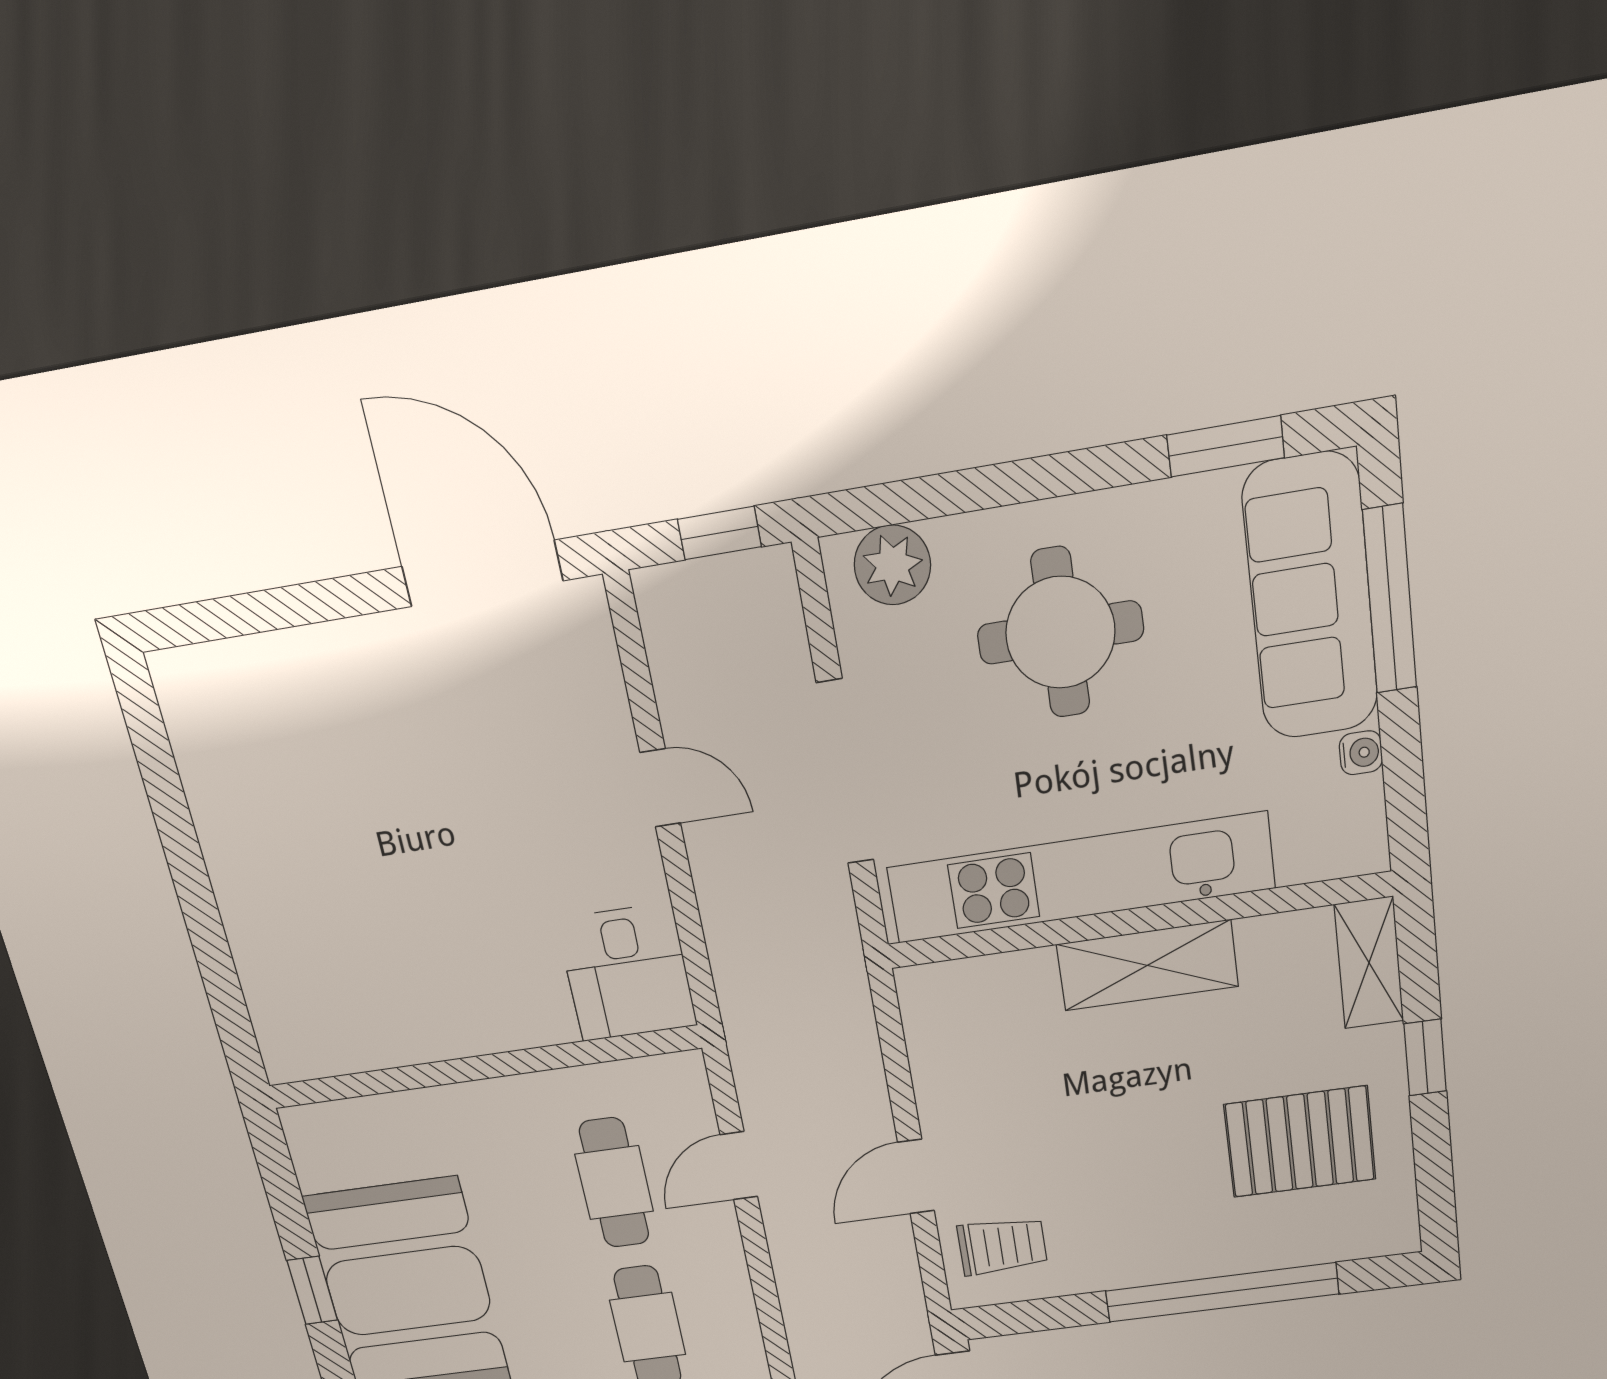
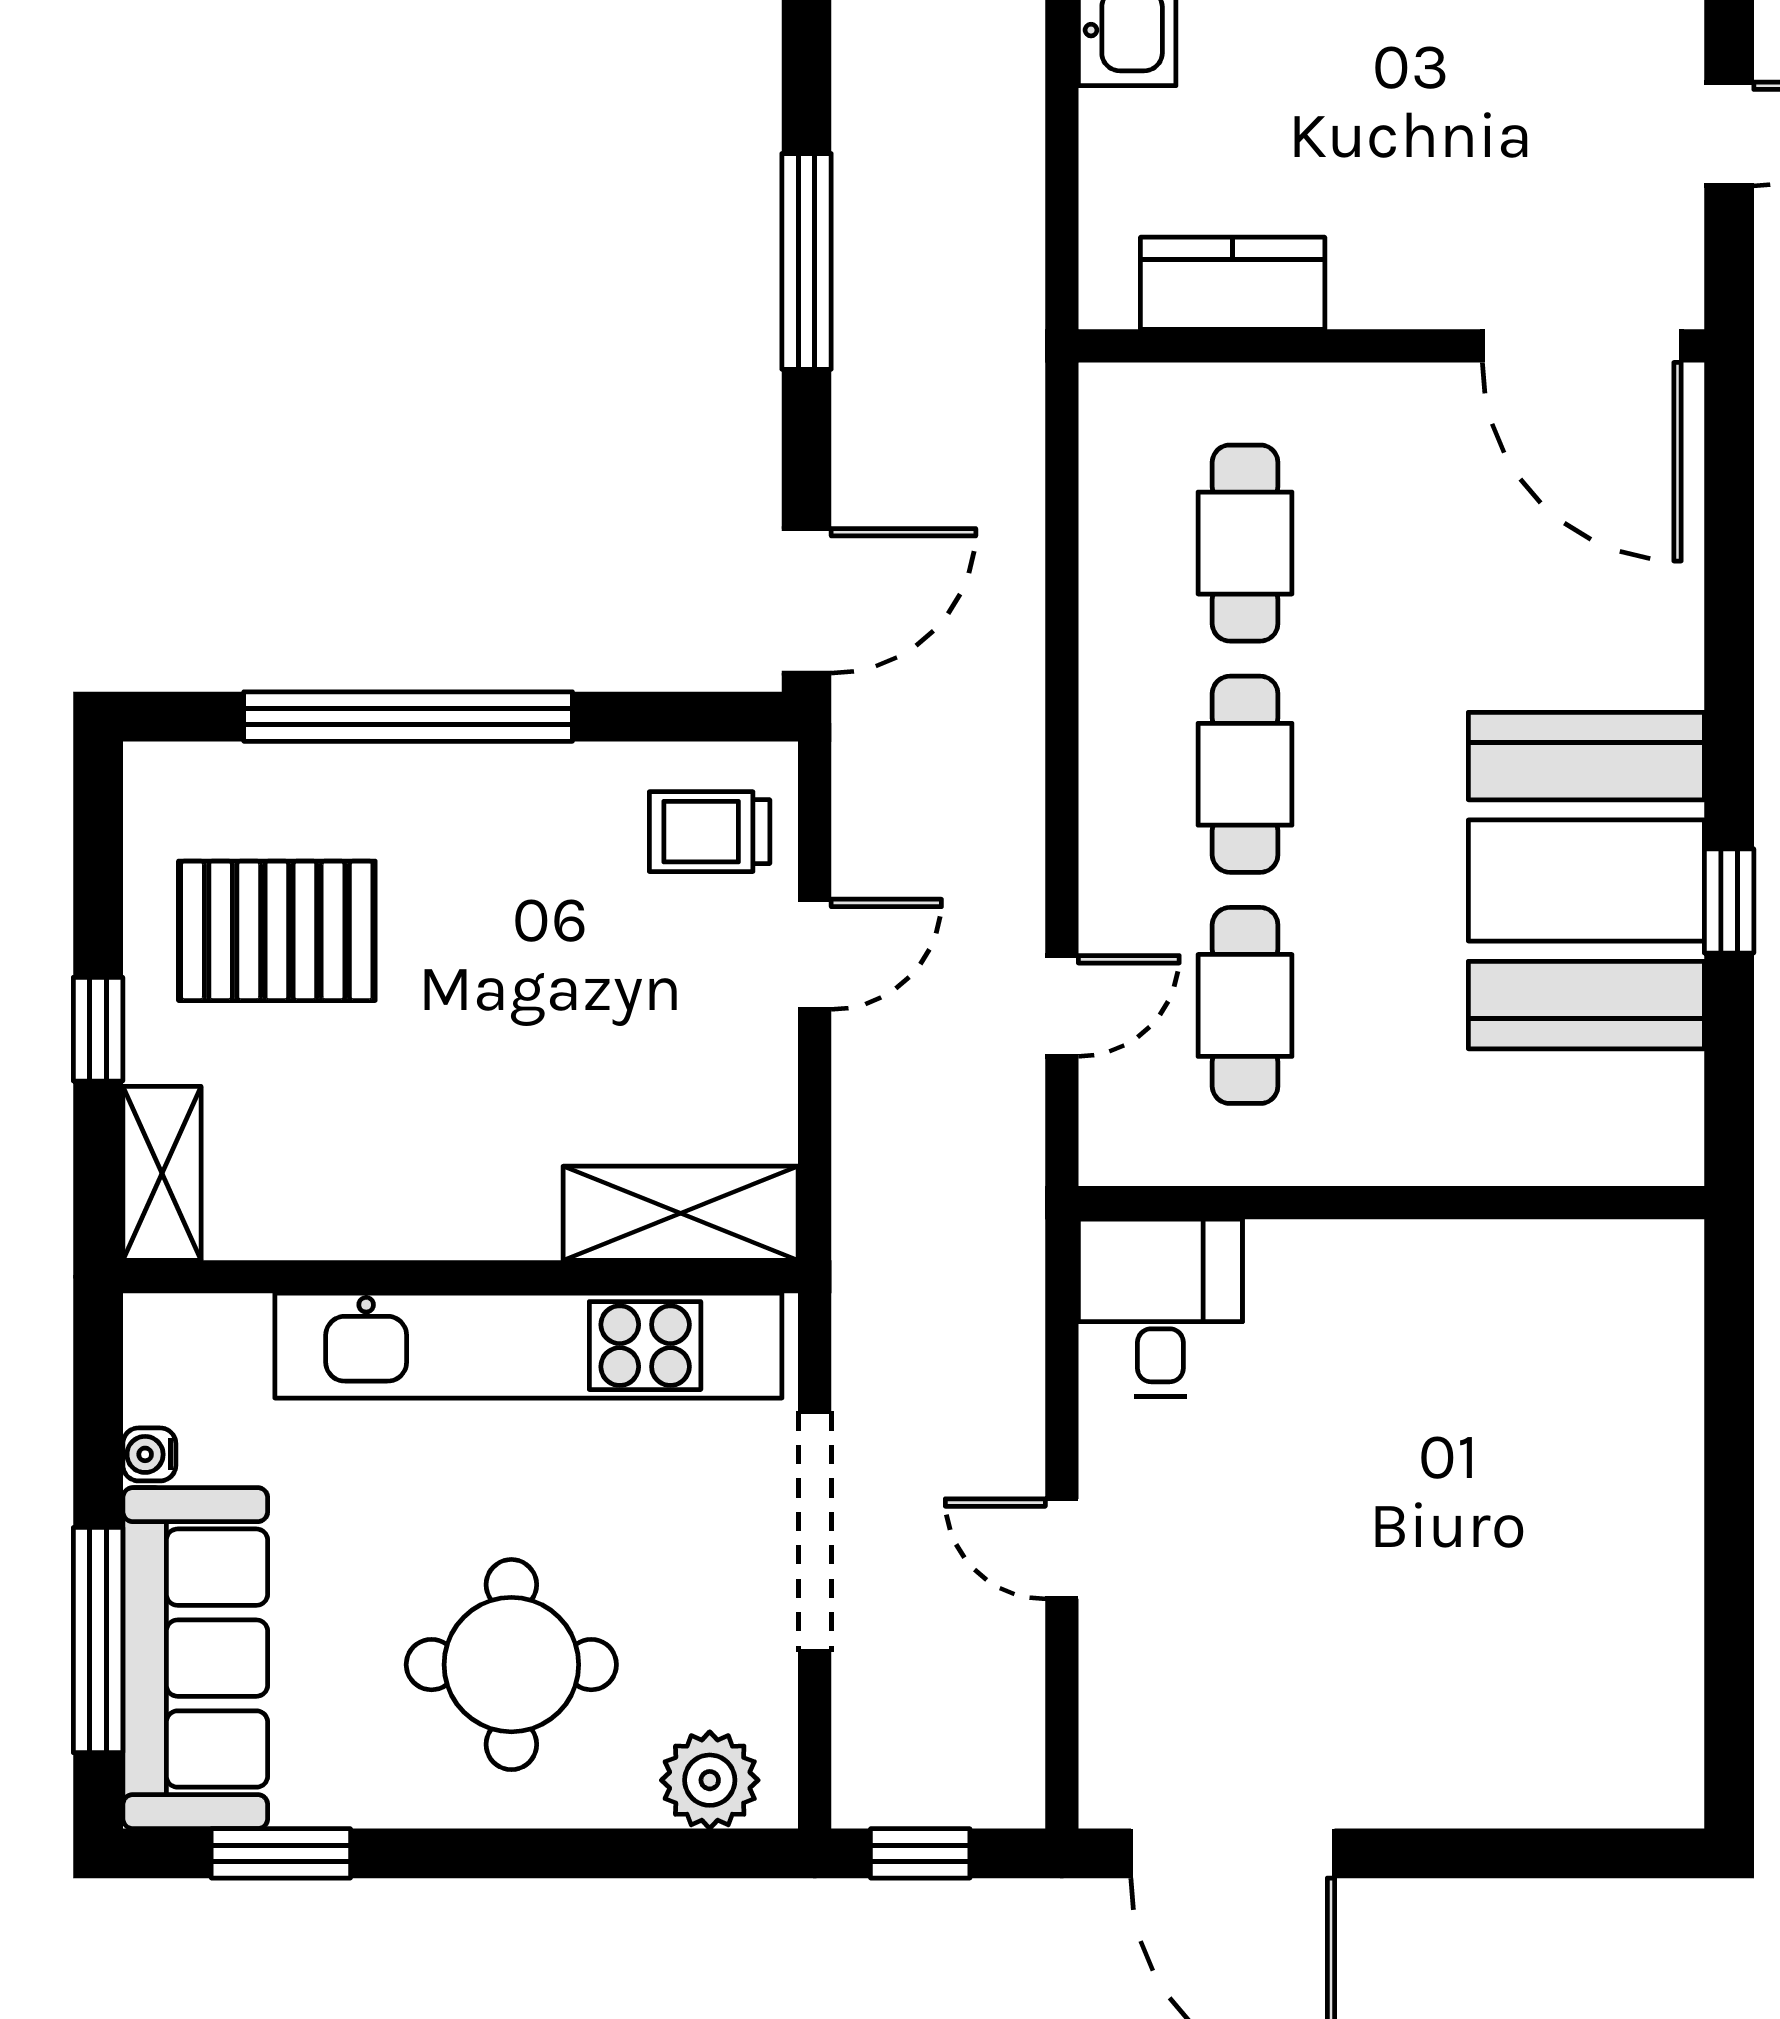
shelving: (1147, 965) -> (681, 1213), moved

